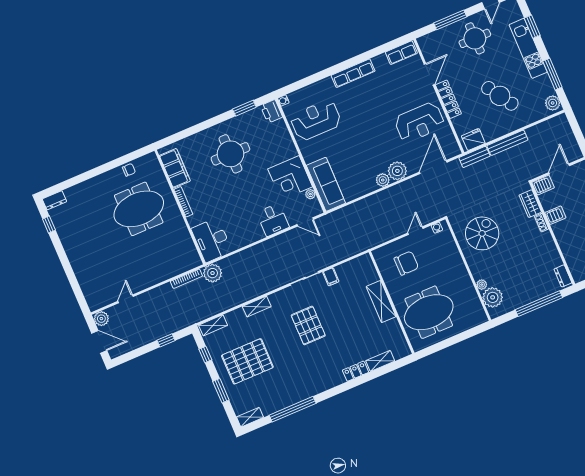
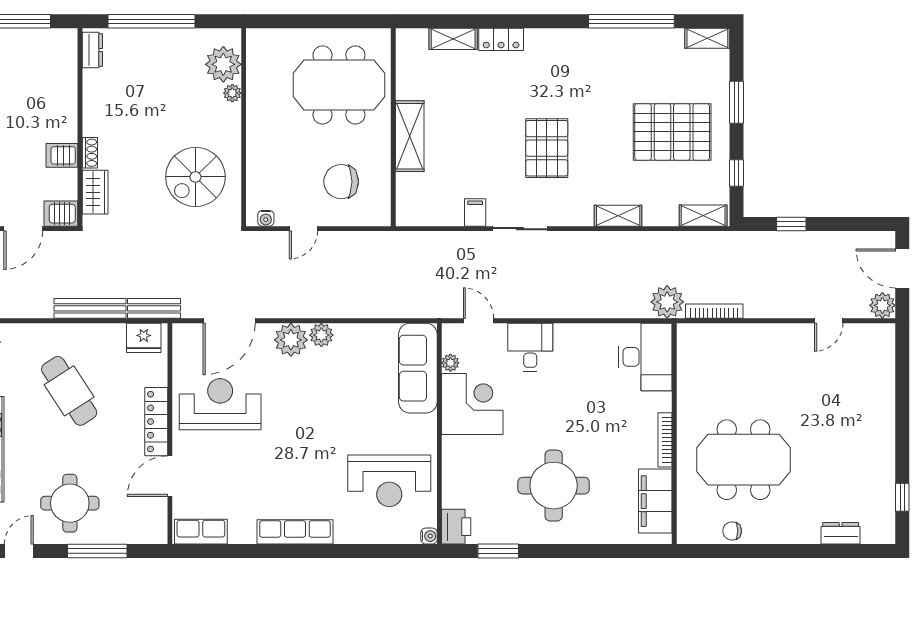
dresser: (55, 200) -> (841, 533), moved

